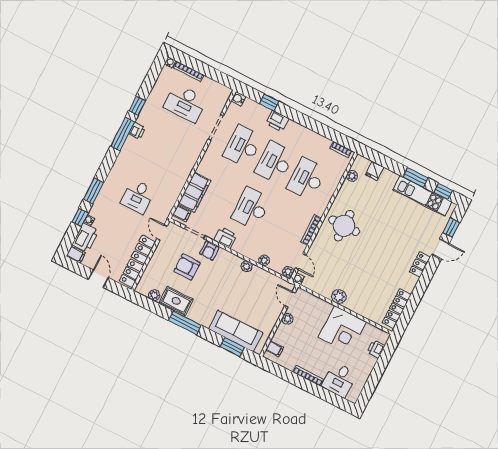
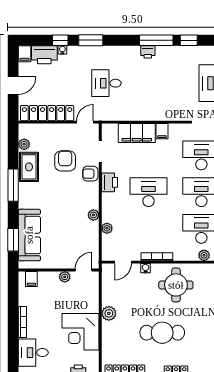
printer: (137, 131) -> (148, 52), moved
filing cabinet: (182, 213) -> (162, 131), moved
cafe table: (379, 259) -> (162, 333), added
plant: (288, 272) -> (204, 255), moved
water cooler: (298, 279) -> (146, 268), moved

